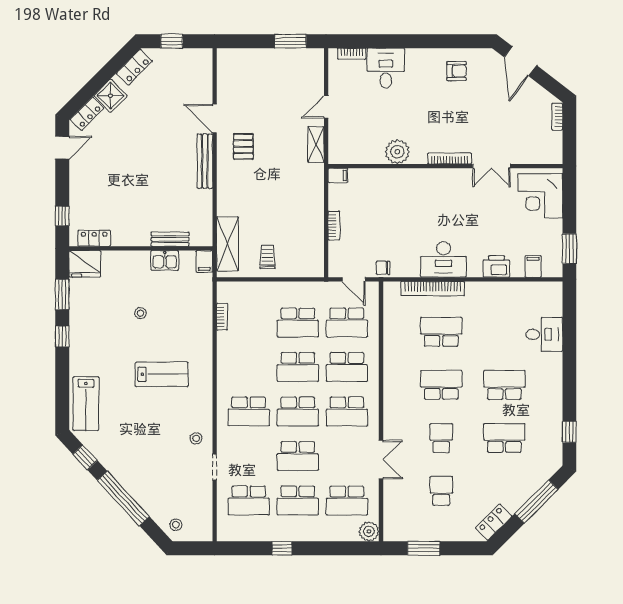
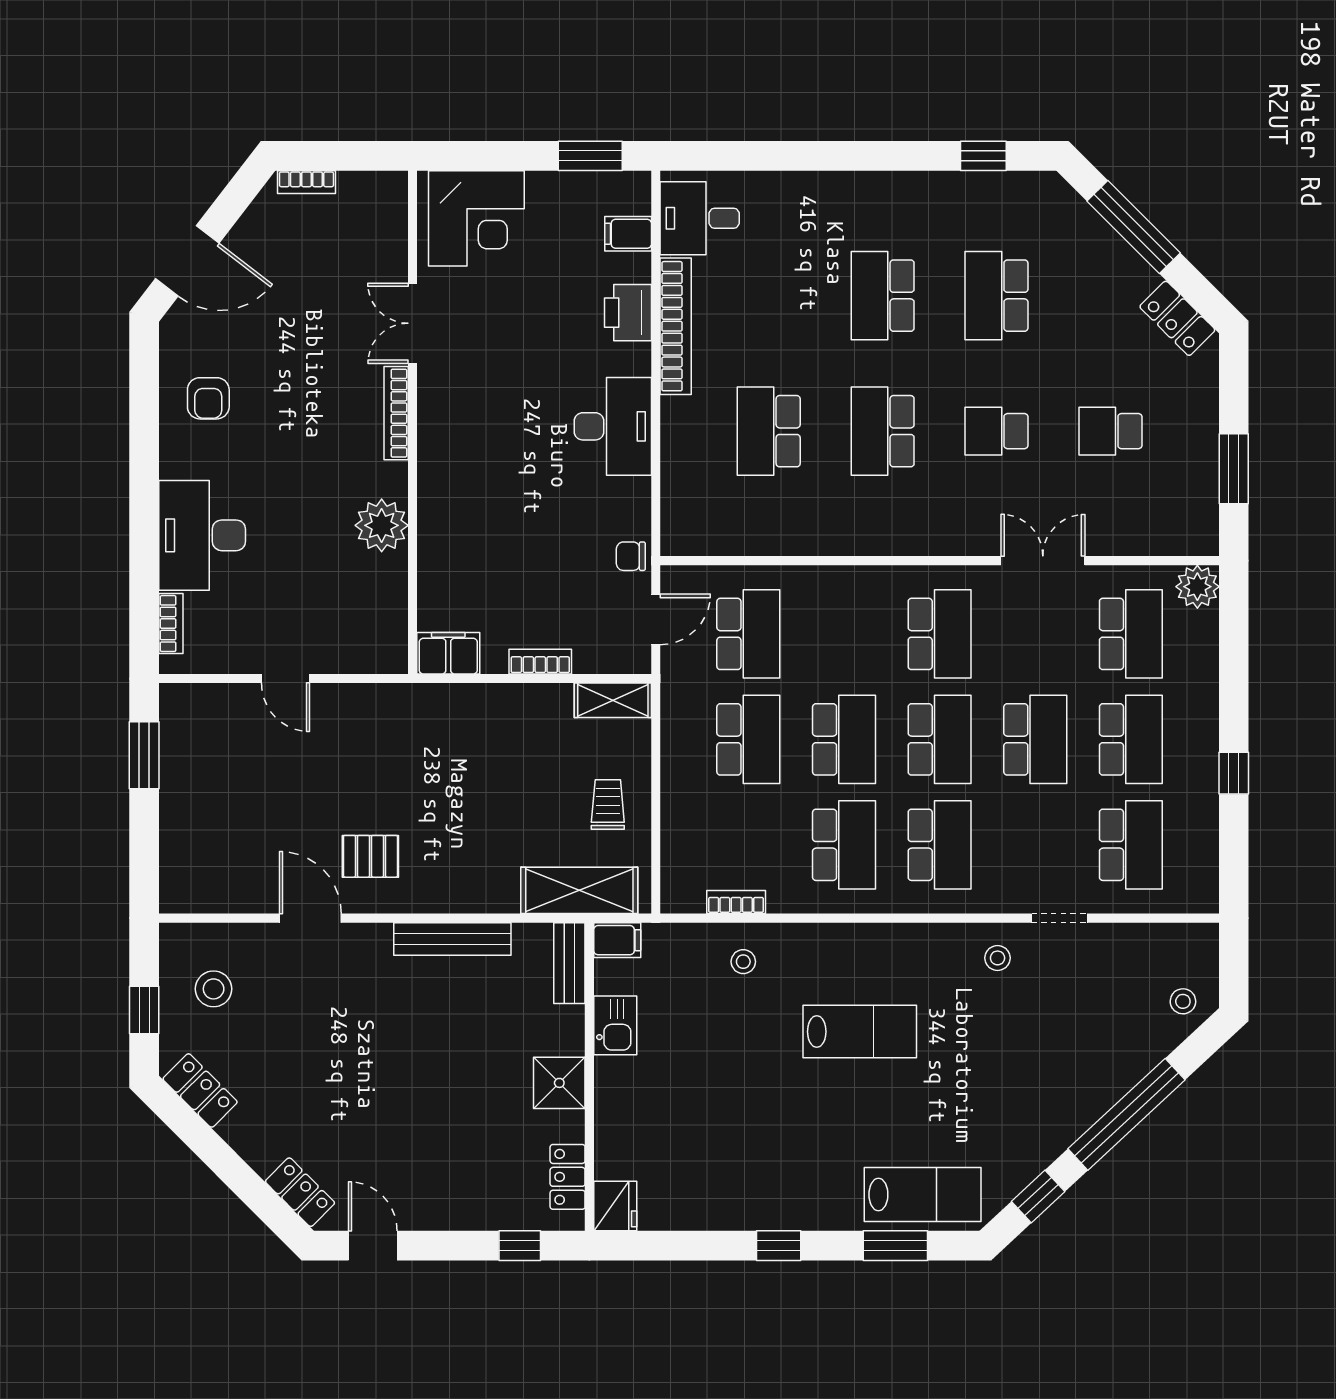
desk: (386, 68) -> (202, 535), width x1.37
armchair: (457, 71) -> (208, 398), turned 180
stool: (182, 73) -> (214, 989), added
shower: (111, 96) -> (559, 1083), moved, turned 45
door: (215, 119) -> (310, 918), swing flipped
shelving: (316, 144) -> (613, 700), moved
bench: (205, 161) -> (452, 939), moved
double door: (491, 166) -> (412, 323), swing flipped
filing cabinet: (338, 175) -> (448, 653), width x2.00
bench: (170, 239) -> (569, 963), moved
trolley: (267, 257) -> (608, 805), turned 90
fridge: (85, 264) -> (615, 1206), width x0.73, depth x0.75
chair: (383, 268) -> (631, 556), turned 90
bookcase: (433, 289) -> (676, 326), moved
window: (62, 294) -> (895, 1246), moved
stool: (140, 313) -> (743, 962), moved
desk: (544, 334) -> (700, 218), moved, turned -90
school desk: (347, 367) -> (844, 845), moved
lab bench: (162, 374) -> (860, 1032), turned 90

